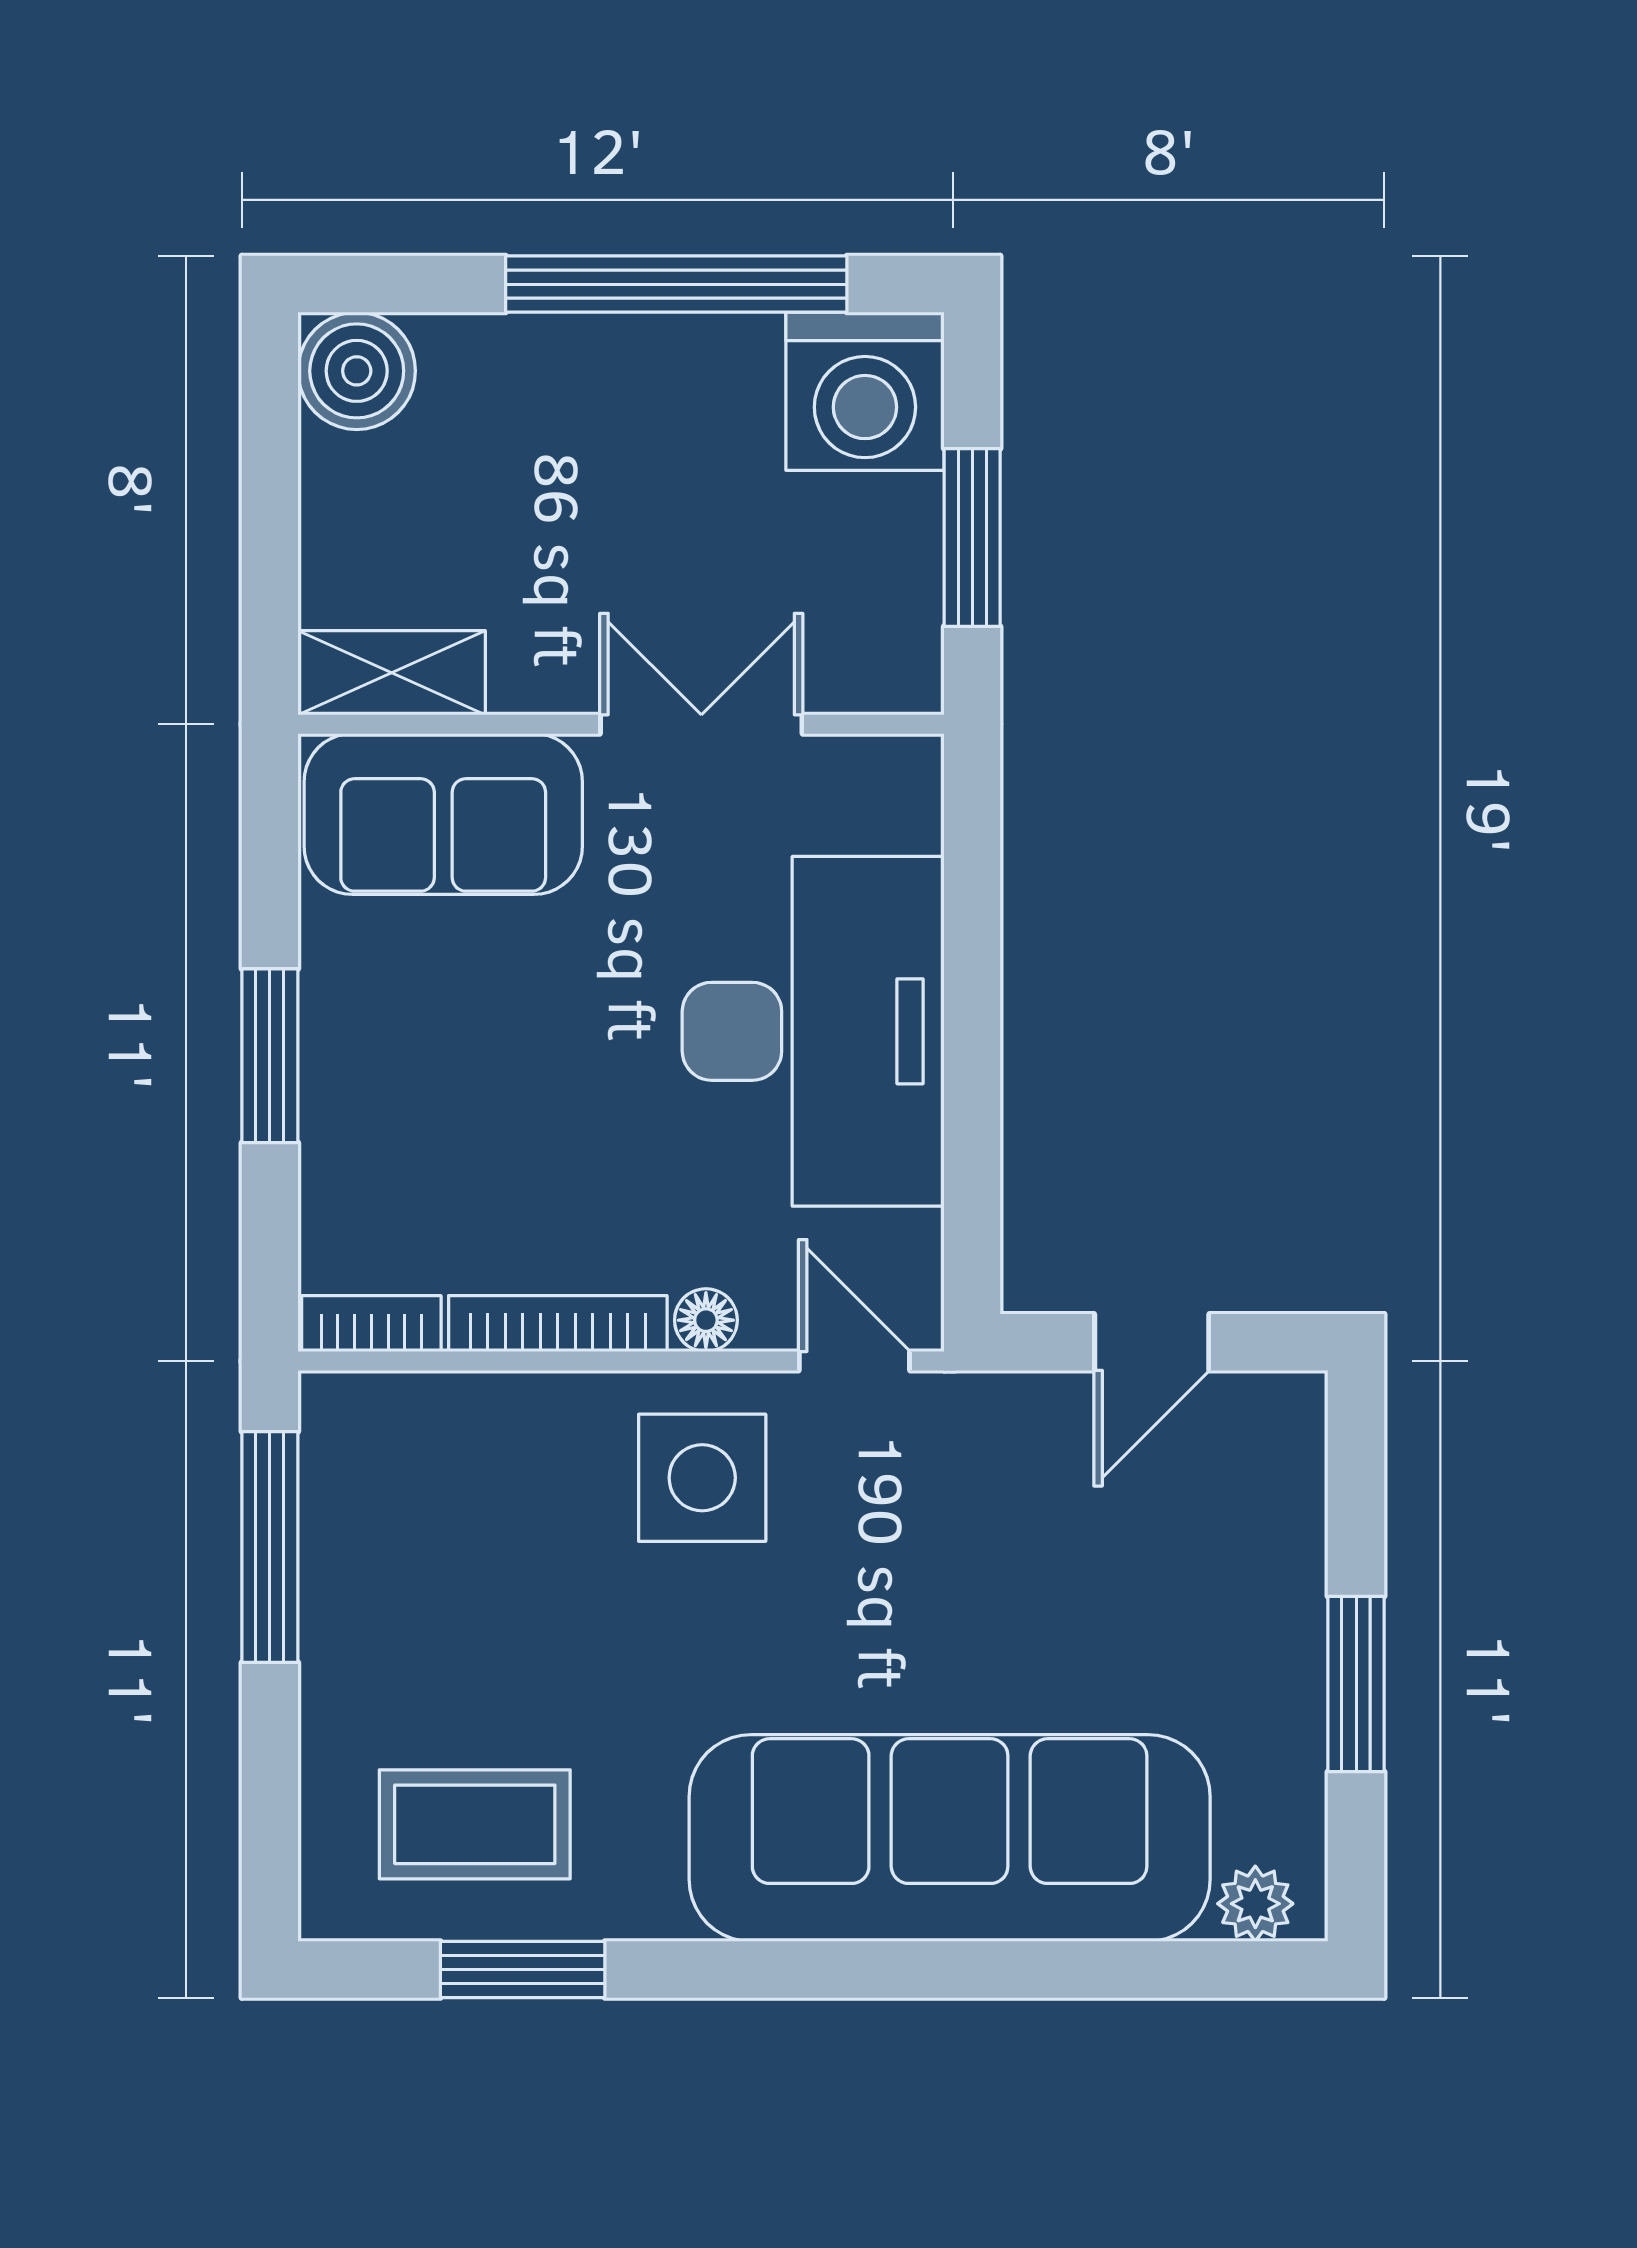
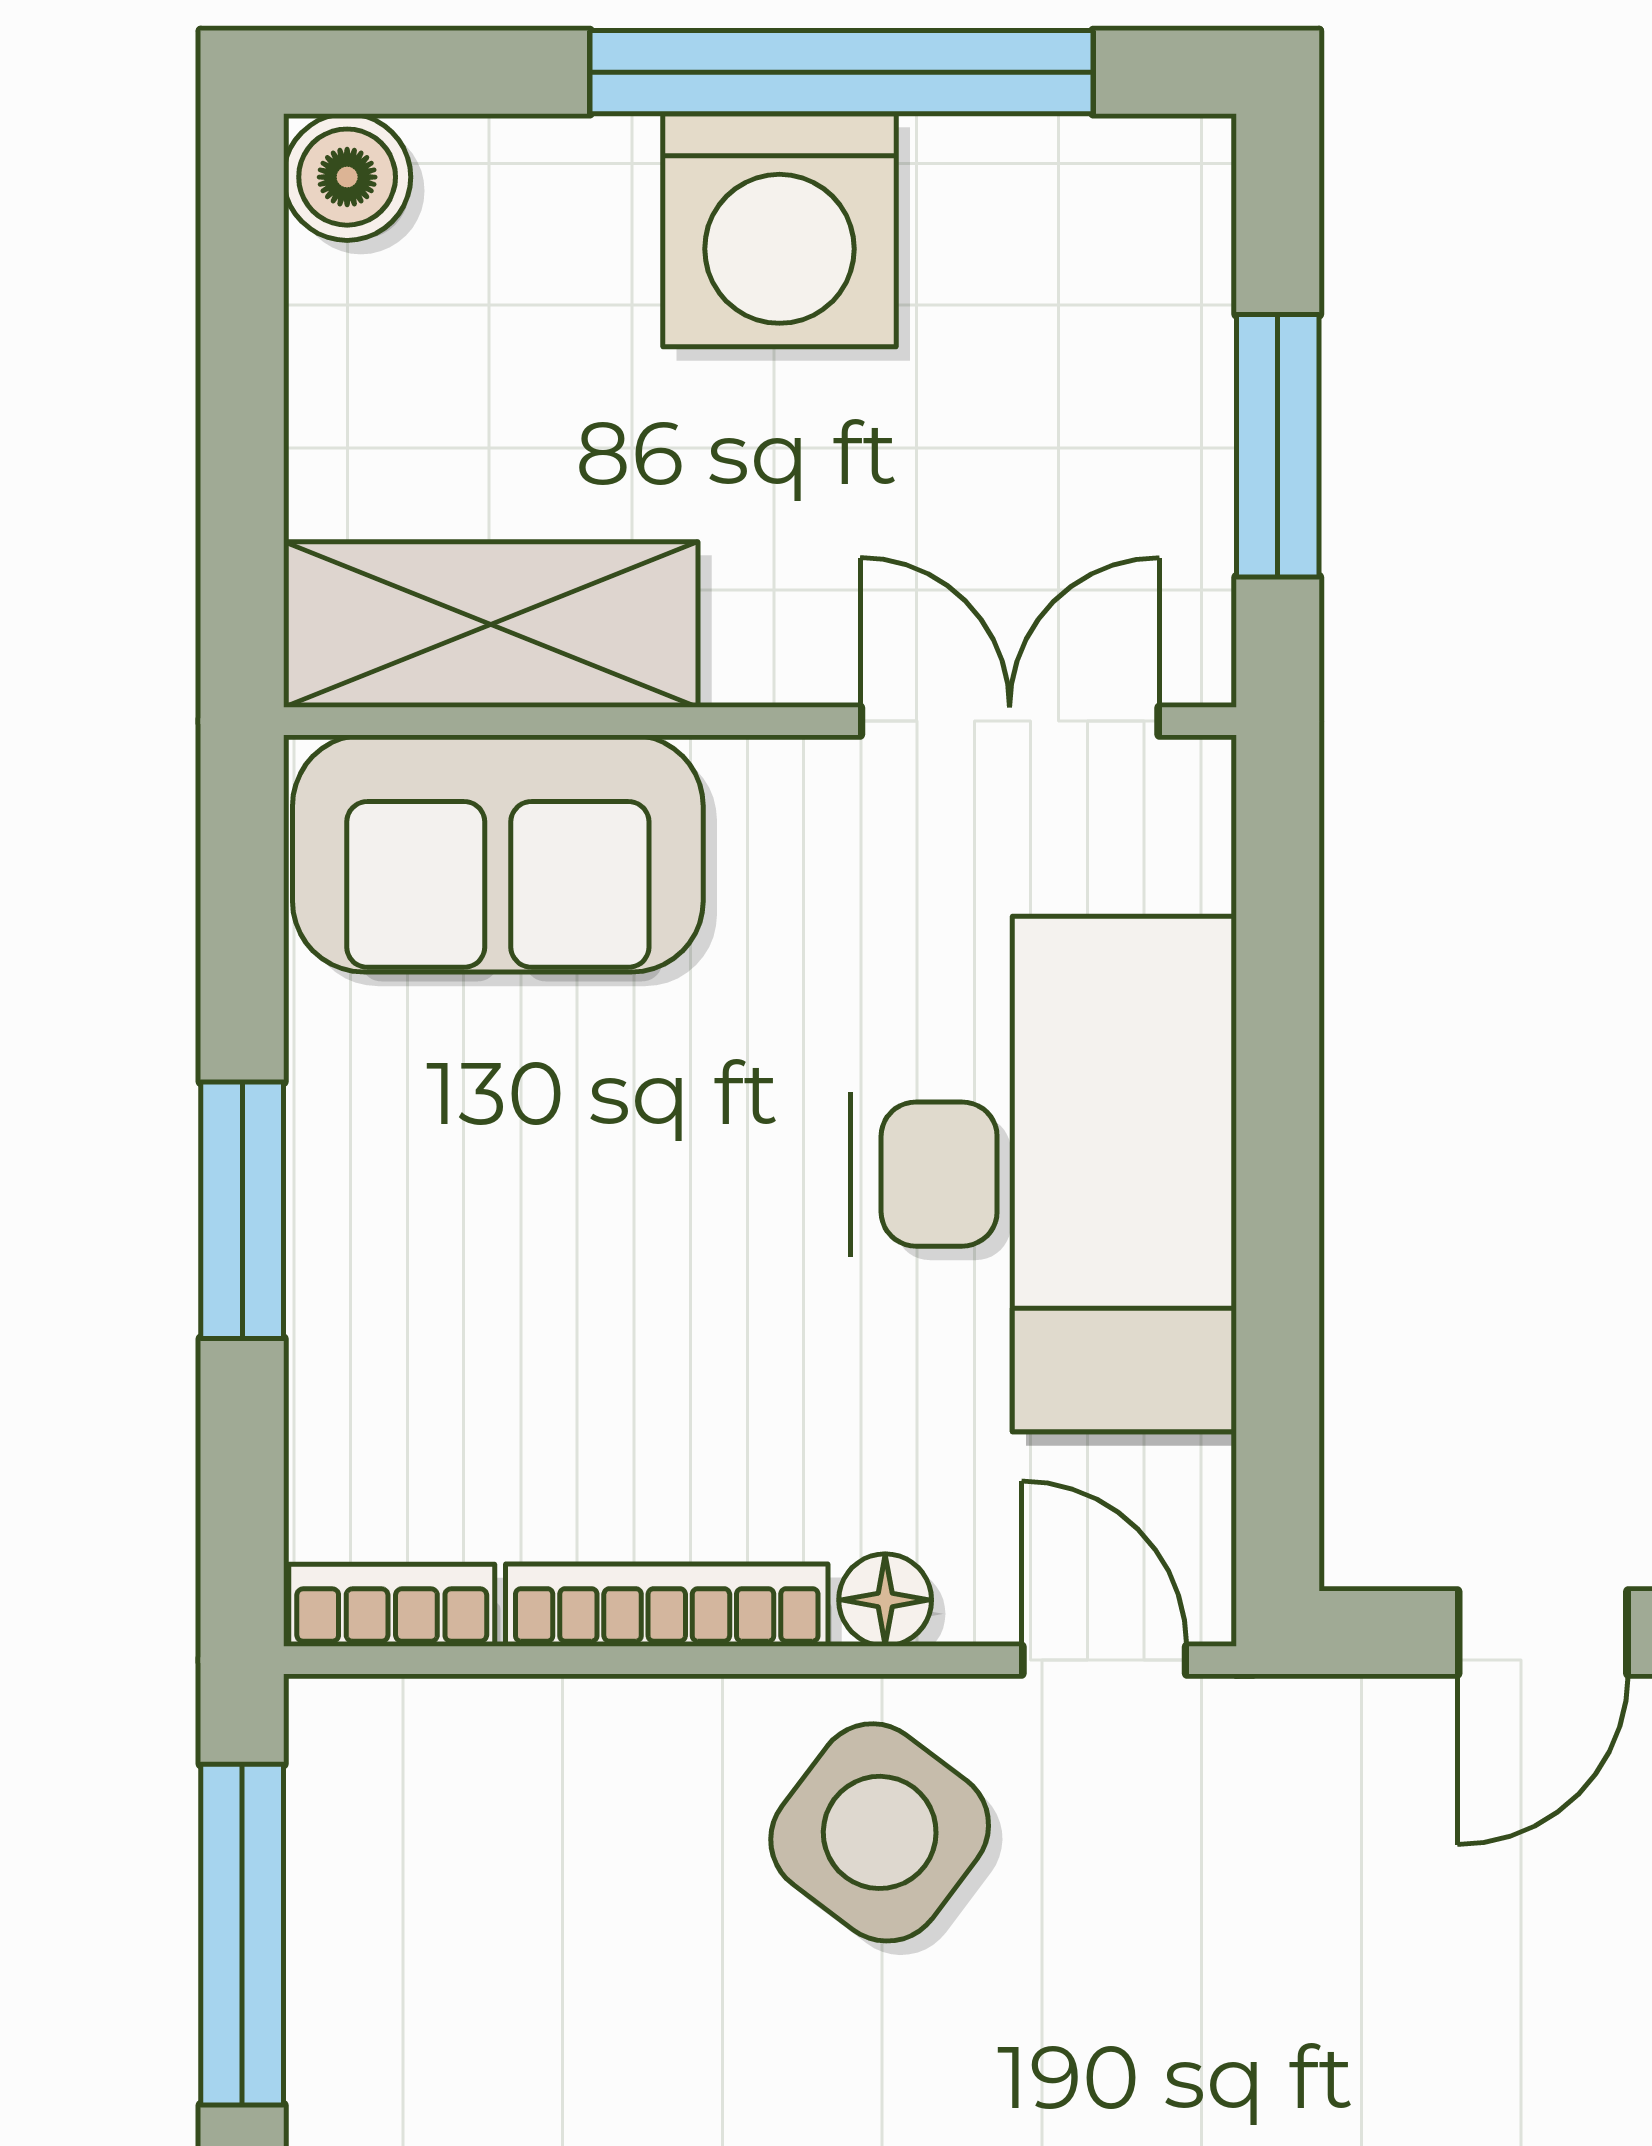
boiler: (357, 371) -> (347, 177), width x0.73, depth x0.73
washing machine: (865, 391) -> (779, 230), moved
shelving: (392, 673) -> (491, 624), width x1.50, depth x1.33
double door: (701, 724) -> (1010, 721), moved
side table: (702, 1478) -> (880, 1832), turned 37

